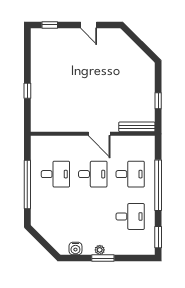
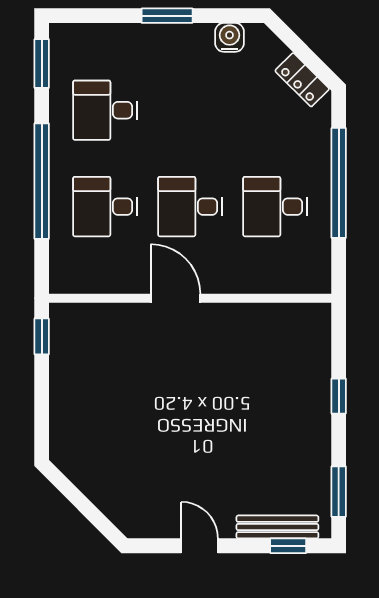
window: (27, 49) -> (339, 492), added
window: (158, 101) -> (42, 336), moved
bench: (137, 127) -> (277, 527), moved
locker: (44, 230) -> (302, 80), added
plant: (100, 250) -> (174, 34), removed

